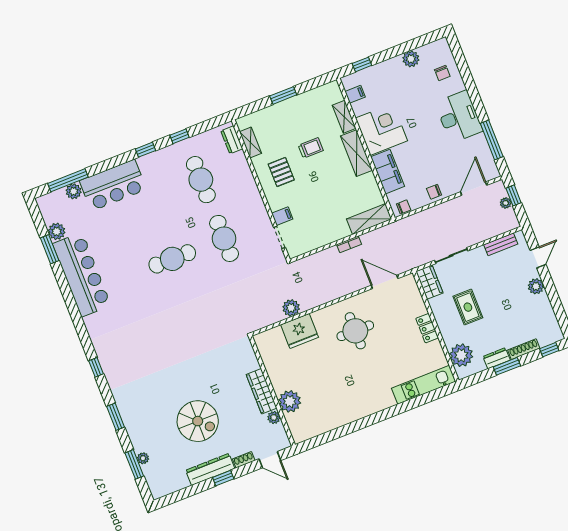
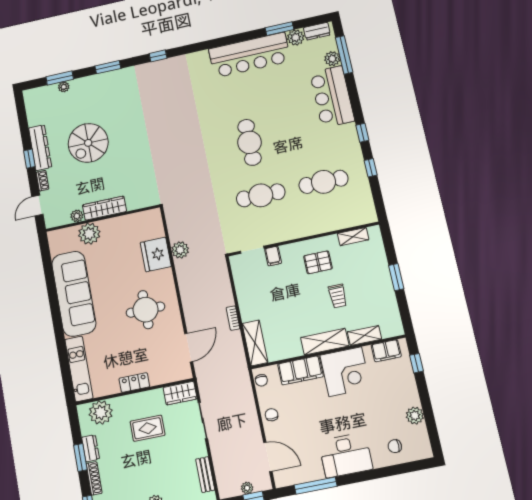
filing cabinet: (355, 94) -> (386, 351), width x2.00
dresser: (232, 140) -> (317, 31), moved, turned 180
sofa: (352, 405) -> (74, 294), added

